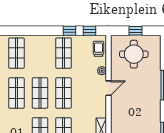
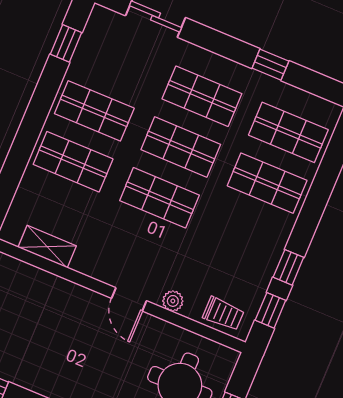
shop shelf: (63, 53) -> (267, 183), moved

